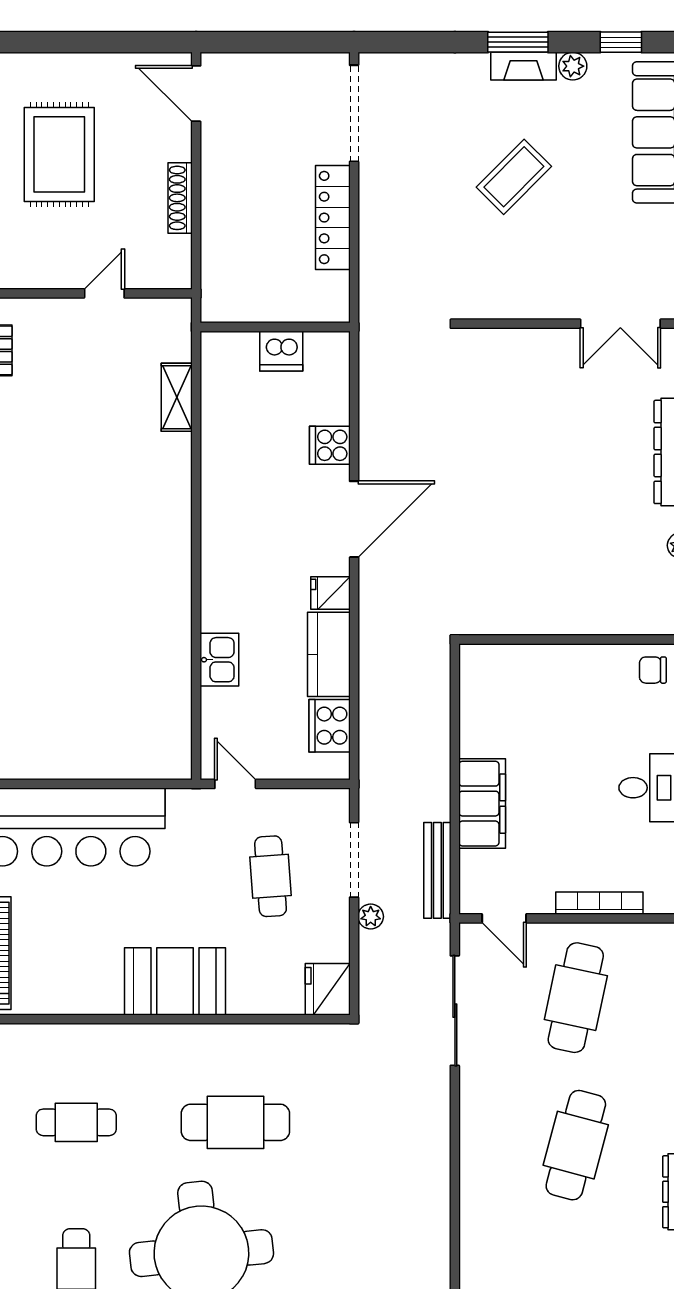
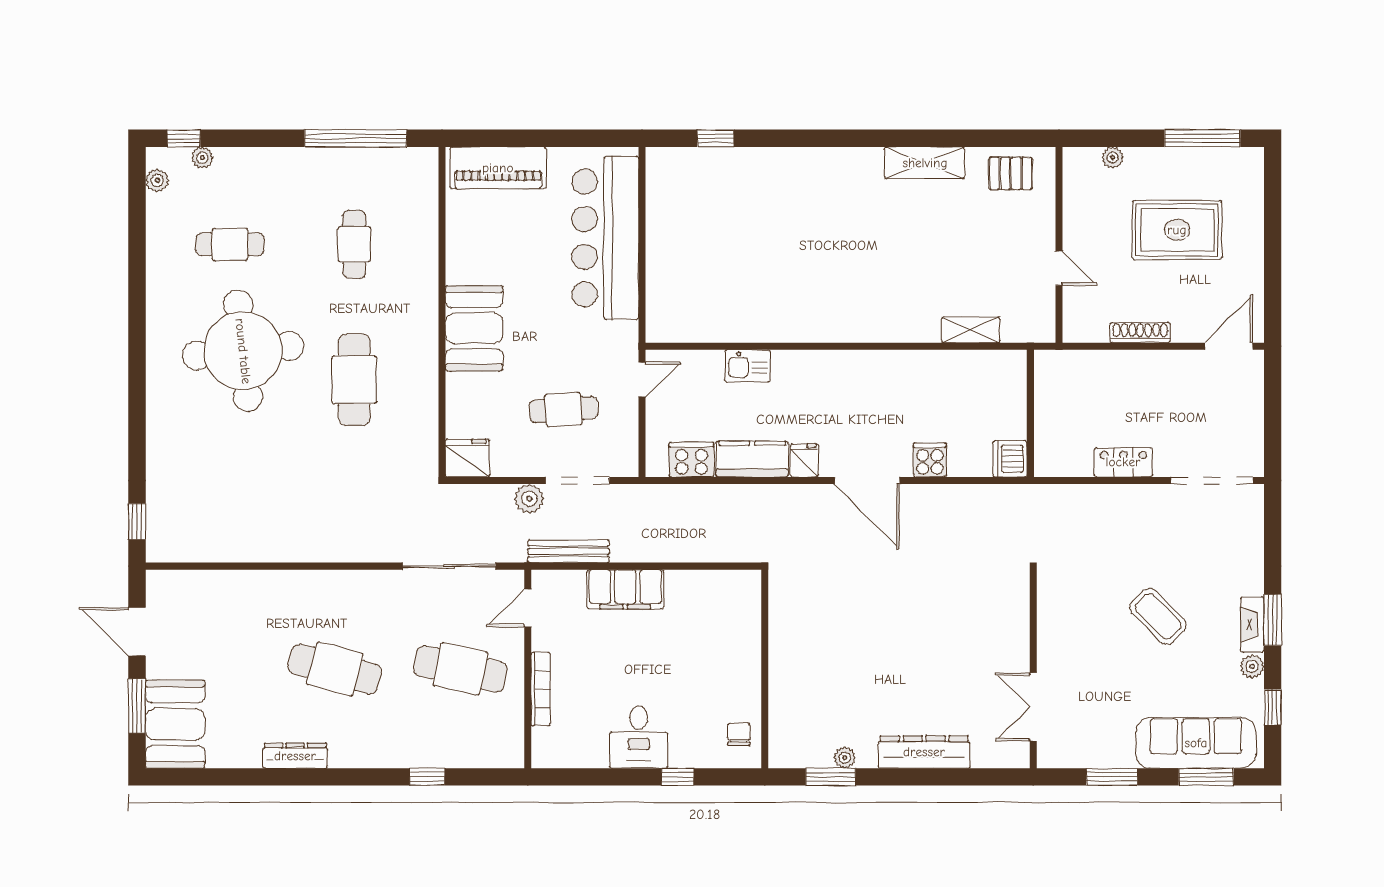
locker: (333, 218) -> (1123, 462), width x0.66
dishwasher: (281, 351) -> (1010, 459), moved
plant: (371, 917) -> (529, 499), width x1.38, depth x1.38

